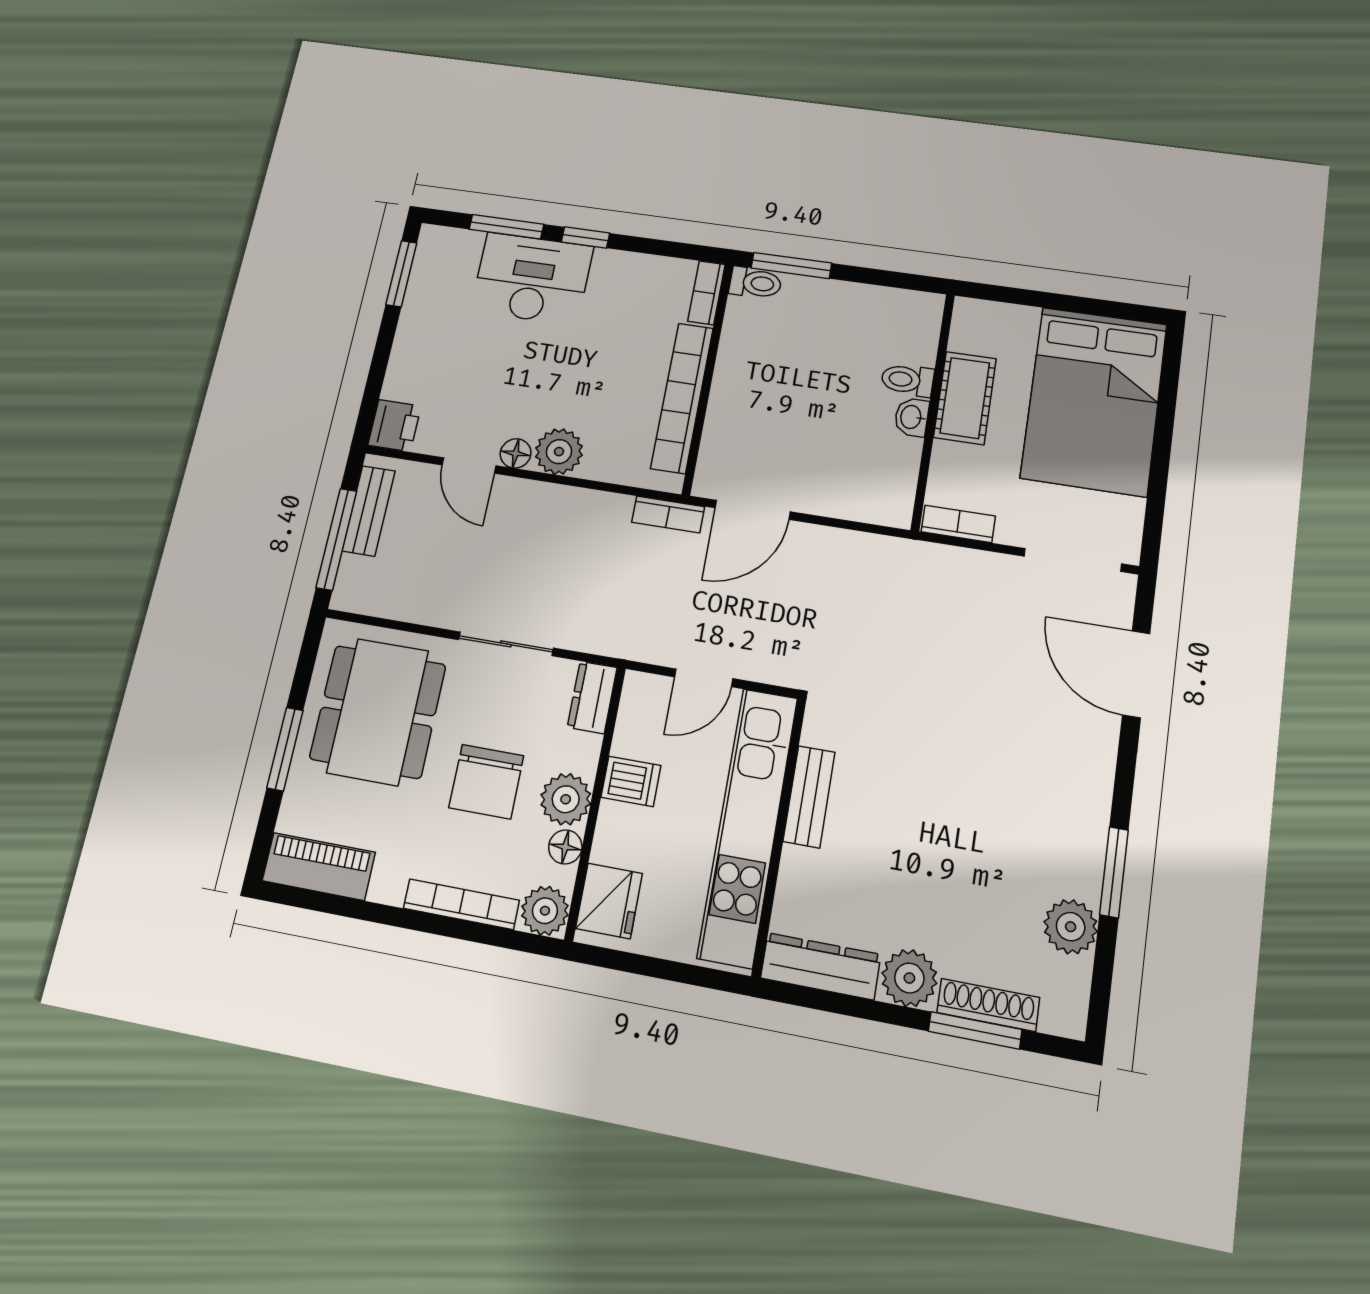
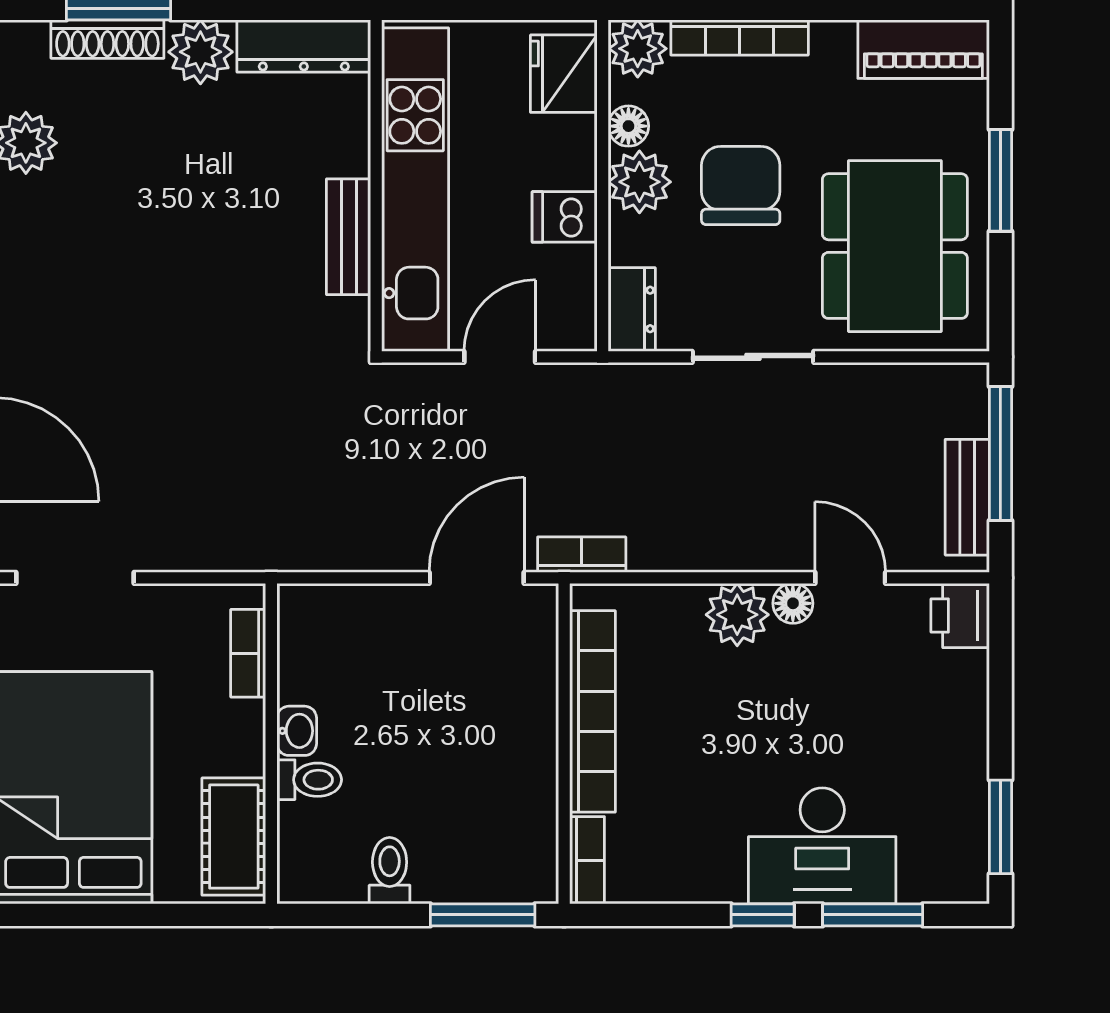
toilet: (755, 283) -> (390, 871), moved, turned 90
cot: (965, 398) -> (234, 837), moved
bookcase: (958, 524) -> (248, 653), moved, turned 90

